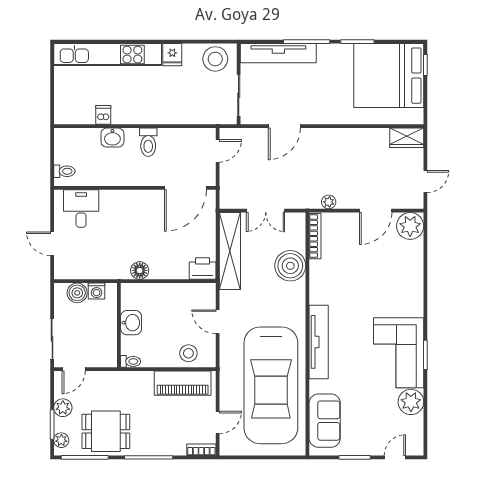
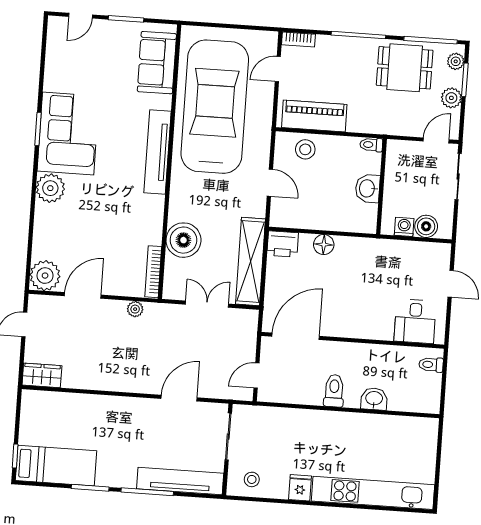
stool: (215, 59) -> (252, 479), width x0.53, depth x0.53
bed: (389, 76) -> (56, 466), width x0.49
dishwasher: (103, 115) -> (383, 425), removed
floor lamp: (140, 270) -> (324, 245), moved
plant: (411, 402) -> (50, 188), moved

